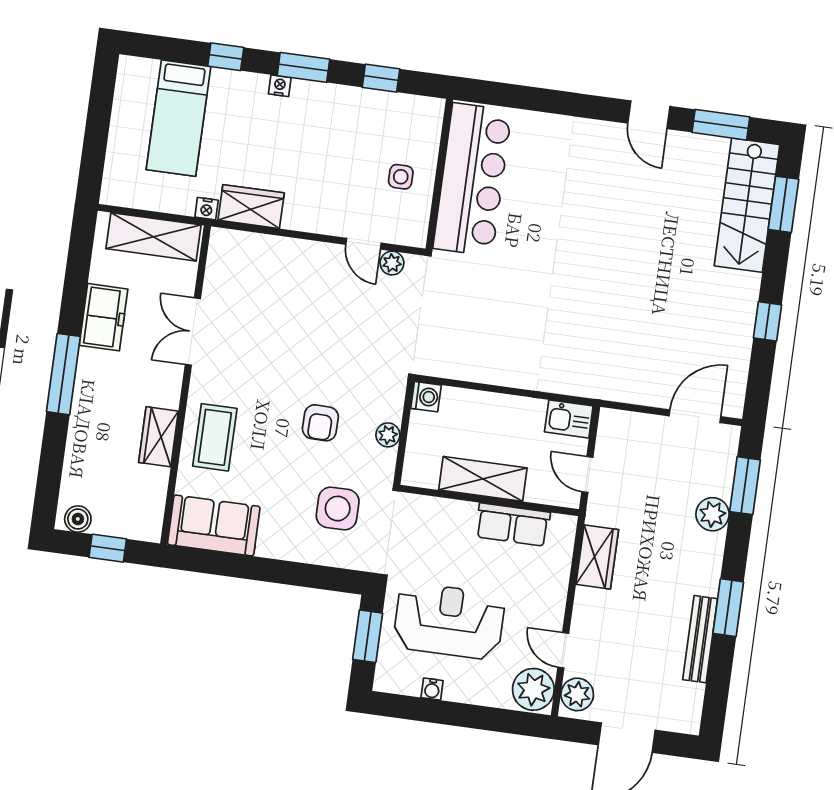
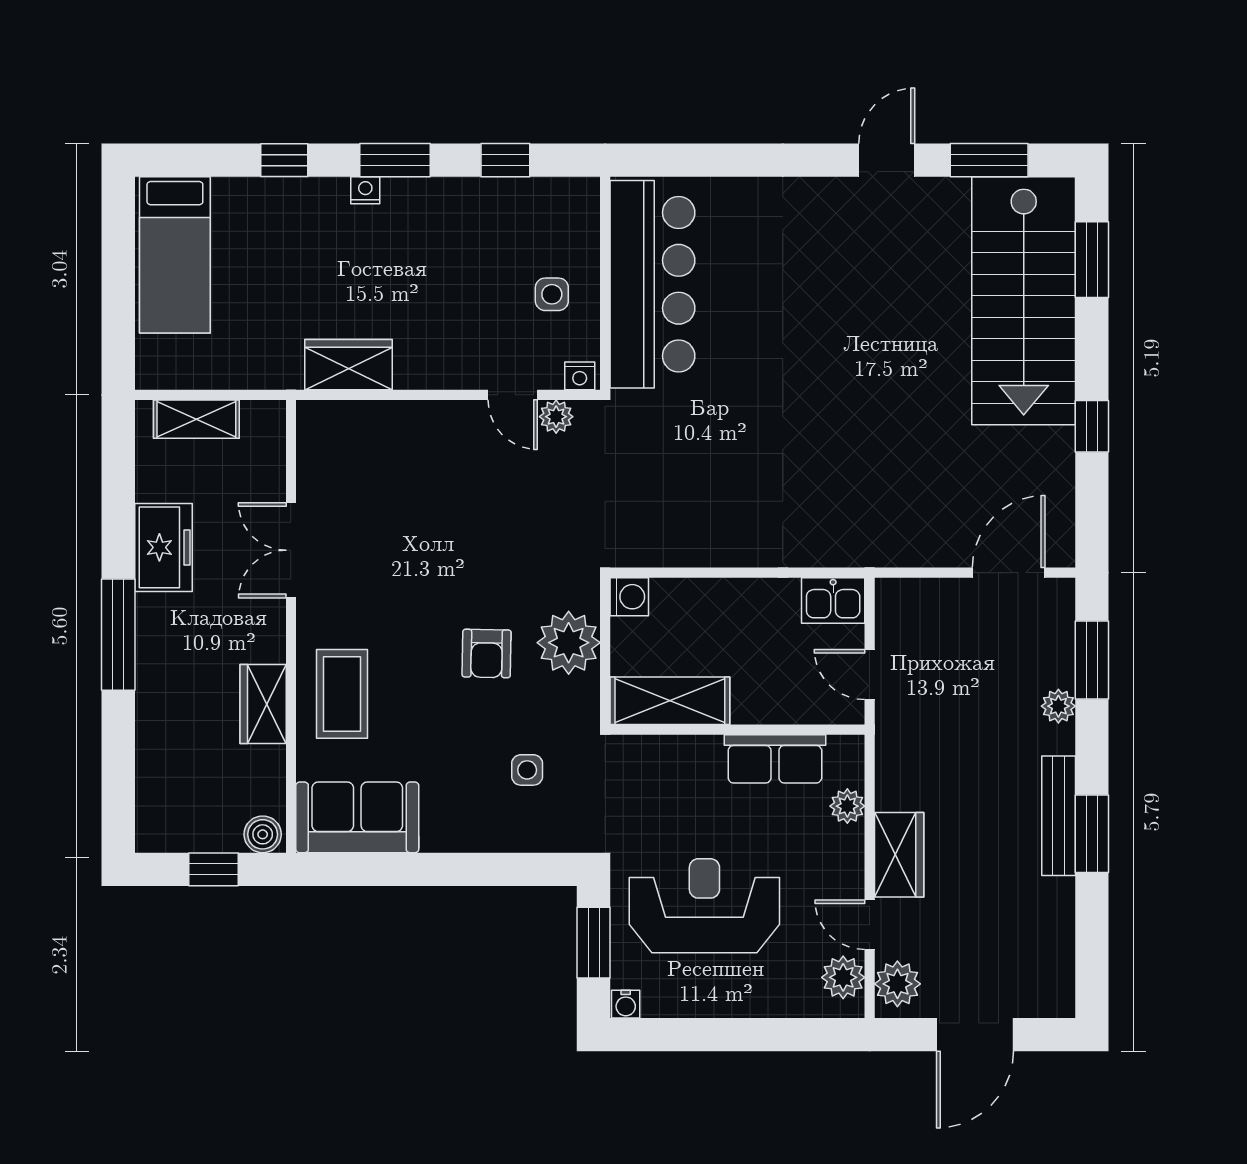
door: (649, 115) -> (887, 160), swing flipped
bed: (178, 118) -> (175, 255), moved
stairs: (747, 205) -> (1024, 301), width x1.36, depth x1.51
nightstand: (207, 209) -> (580, 376), moved
shelving: (153, 237) -> (196, 419), width x0.67, depth x0.75
plant: (388, 435) -> (569, 643), width x1.88, depth x1.88
shelving: (483, 479) -> (670, 701), moved
side table: (338, 509) -> (527, 770), width x0.54, depth x0.54
plant: (713, 514) -> (1058, 706), width x0.73, depth x0.73
boiler: (78, 519) -> (263, 834), moved
wardrobe: (597, 557) -> (899, 855), moved
plant: (559, 565) -> (847, 806), added
bench: (700, 639) -> (1059, 816), moved
water cooler: (432, 689) -> (626, 1004), moved
plant: (533, 689) -> (843, 977), width x0.73, depth x0.73

